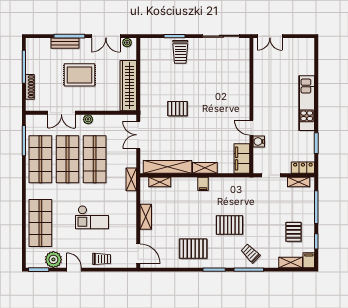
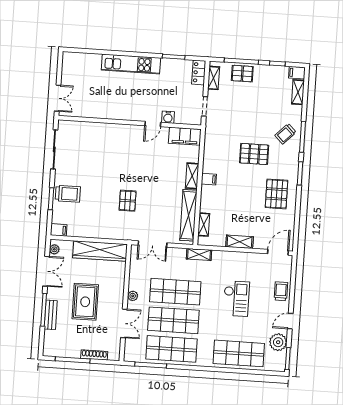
filing cabinet: (146, 45) -> (59, 230), added
pallet: (229, 225) -> (254, 154), turned 90
pallet: (294, 232) -> (242, 74), moved

